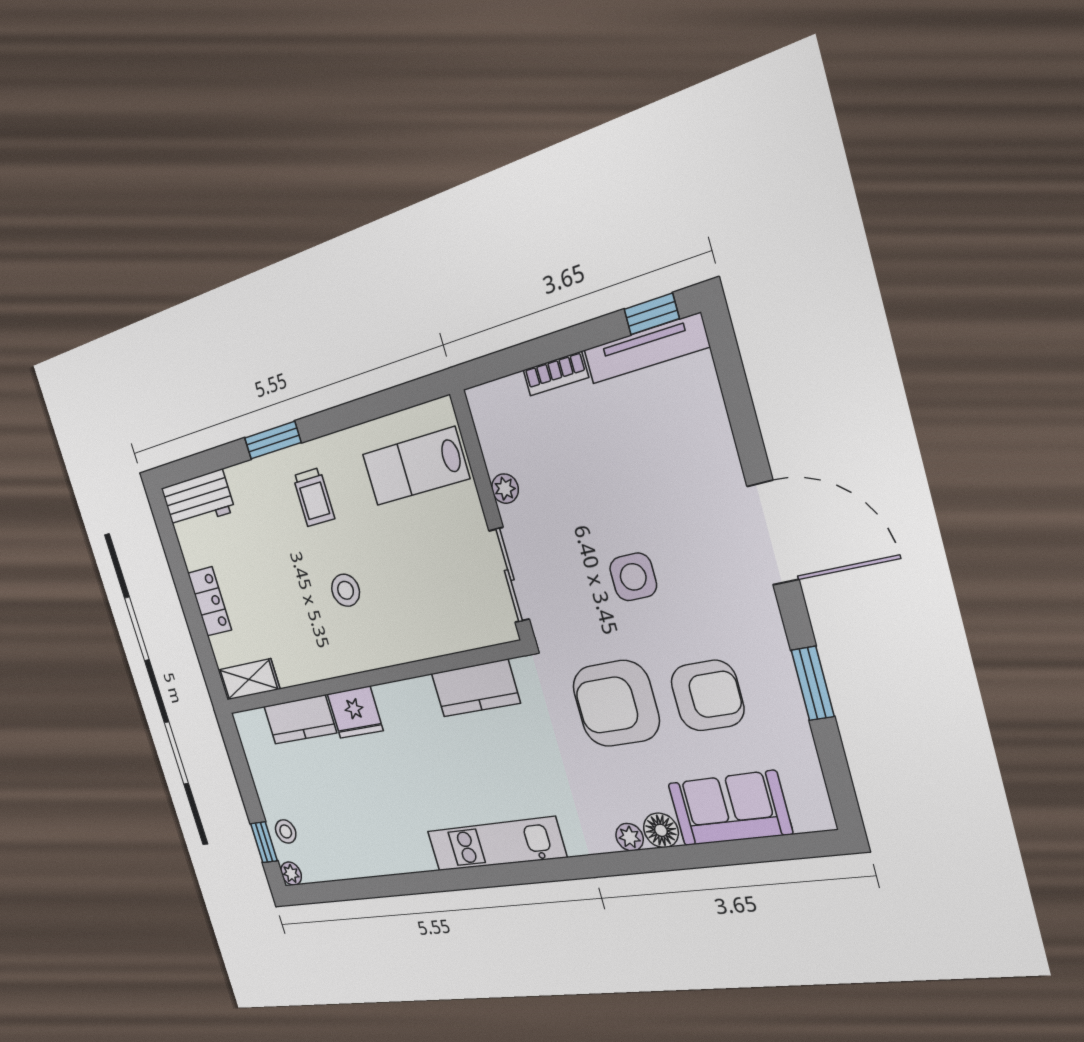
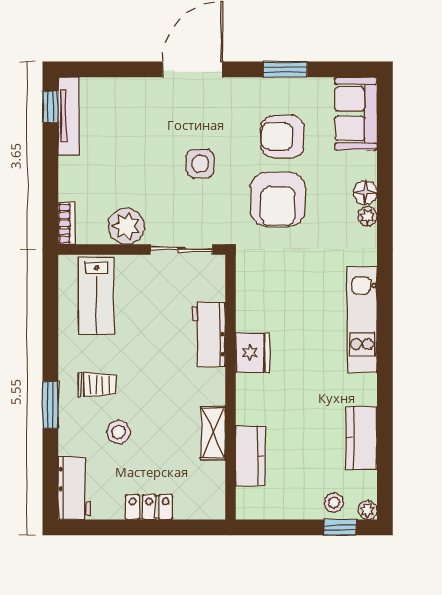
bookcase: (556, 374) -> (66, 223), moved
plant: (505, 489) -> (126, 226), width x1.87, depth x1.87
stool: (346, 590) -> (118, 432), moved
workbench: (416, 637) -> (209, 334), added
shelving: (249, 680) -> (213, 433), moved
kitchen counter: (475, 688) -> (361, 438), moved, turned 180
armchair: (707, 696) -> (282, 136), turned -90
fridge: (355, 712) -> (252, 353), moved
sofa: (730, 809) -> (356, 114), moved

